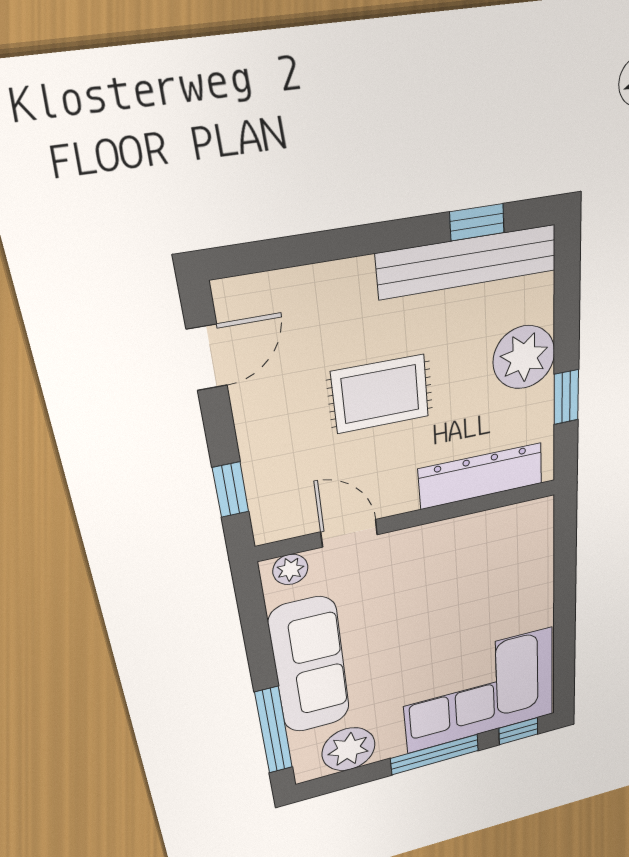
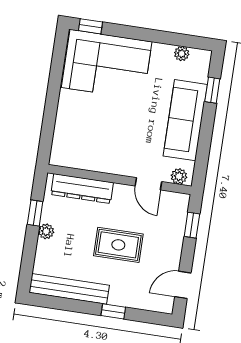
window: (477, 222) -> (113, 311), moved
plant: (524, 357) -> (46, 231), width x0.53, depth x0.53
window: (274, 730) -> (212, 90), width x0.46
plant: (349, 749) -> (182, 54), width x0.53, depth x0.53
window: (435, 755) -> (138, 34), removed

